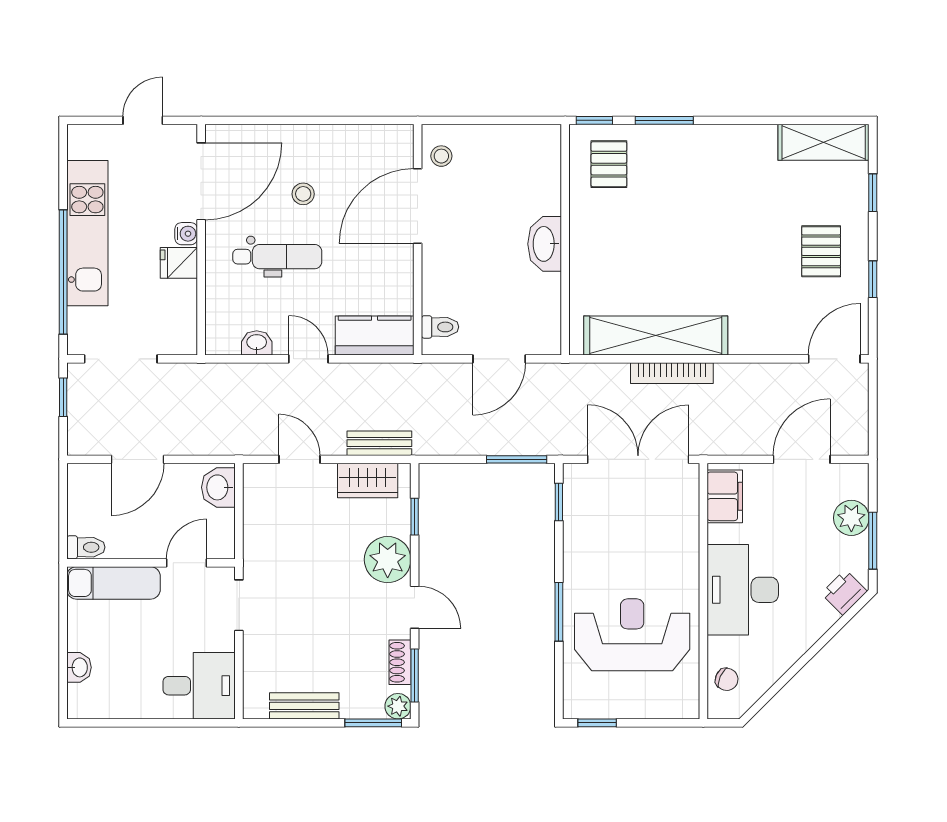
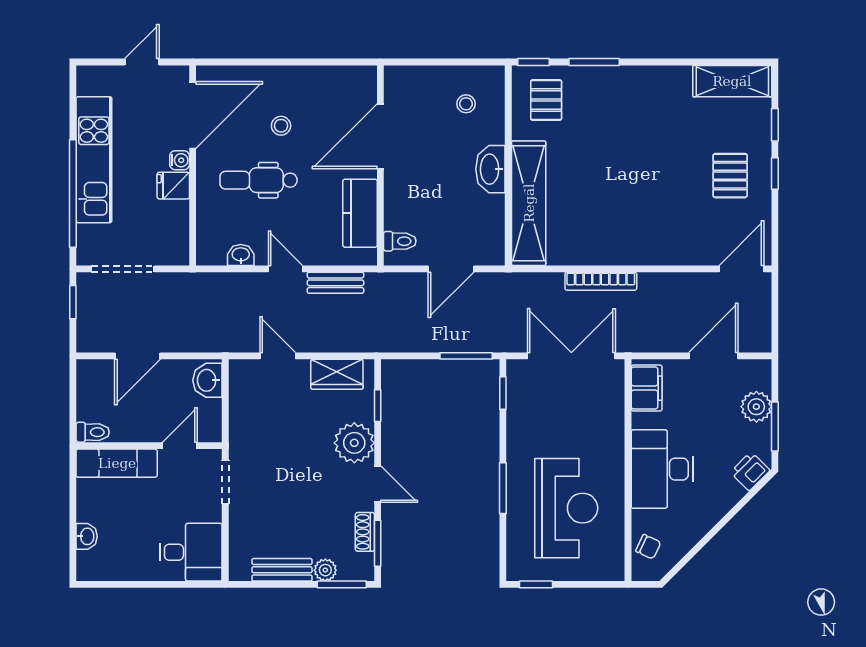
stool: (441, 156) -> (466, 104), moved
dental chair: (277, 257) -> (259, 180), turned 180
window: (873, 279) -> (775, 174), moved
kitchen counter: (375, 335) -> (360, 213), moved, turned -90
shelving: (656, 335) -> (529, 203), moved, turned 90
bench: (379, 443) -> (335, 283), moved
reception desk: (632, 635) -> (566, 508), turned 90
plant: (398, 706) -> (325, 570), moved

